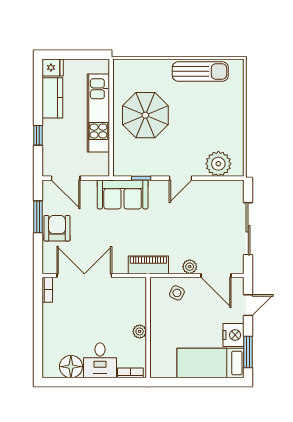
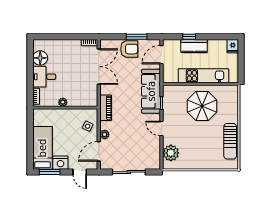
kitchen counter: (52, 98) -> (194, 46), moved
sofa: (123, 194) -> (151, 91), width x1.36

